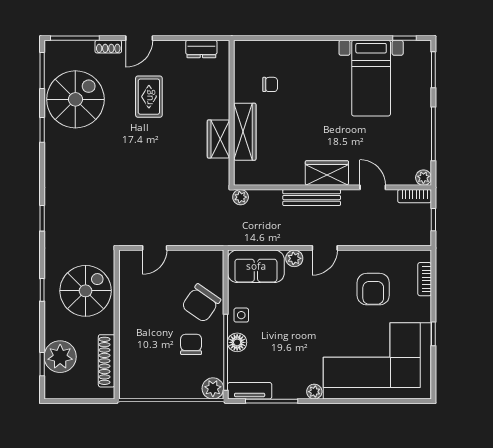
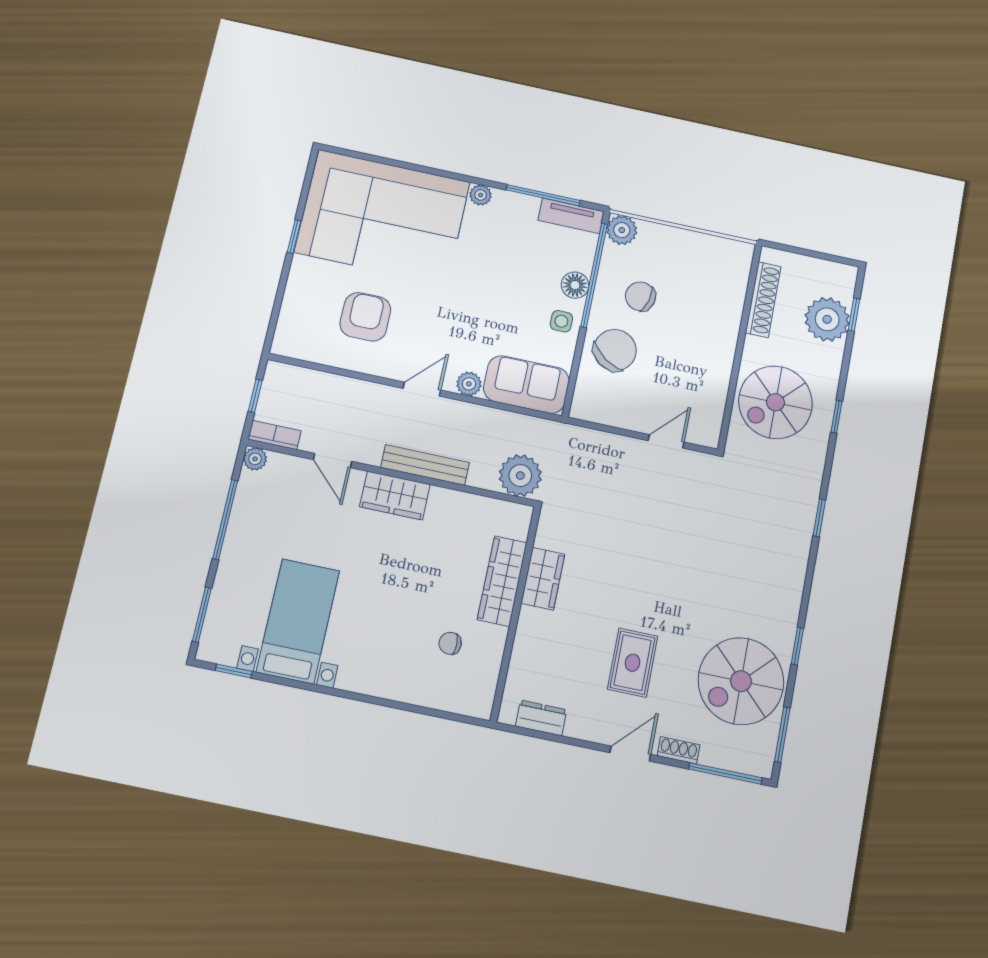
plant: (241, 197) -> (520, 476), width x1.88, depth x1.88
bookcase: (425, 279) -> (288, 315), removed
chair: (191, 344) -> (640, 296), turned 105

